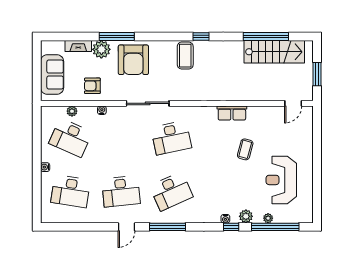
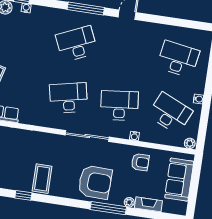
plant: (101, 49) -> (129, 202), width x0.53, depth x0.53
armchair: (133, 60) -> (95, 182), turned 92
plant: (72, 111) -> (190, 143), moved
water cooler: (45, 167) -> (198, 99), moved
desk: (121, 191) -> (119, 105), moved

